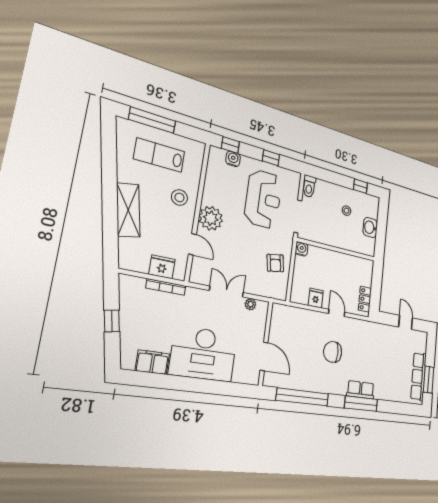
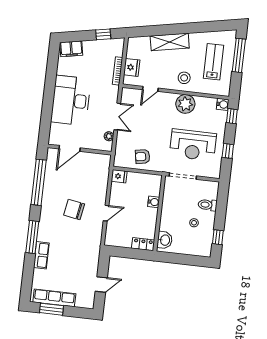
water cooler: (233, 159) -> (223, 104), moved
toilet: (309, 186) -> (208, 205), moved
plant: (211, 218) -> (185, 104), moved
washbasin: (370, 228) -> (165, 240), moved, turned 90
water cooler: (302, 249) -> (154, 202), moved
fridge: (316, 298) -> (119, 176), moved
locker: (365, 299) -> (143, 244), moved
window: (112, 321) -> (103, 34), moved
chair: (333, 352) -> (74, 209), turned -80
filing cabinet: (152, 362) -> (71, 49), moved, turned 79
row of seats: (361, 390) -> (41, 255), moved

